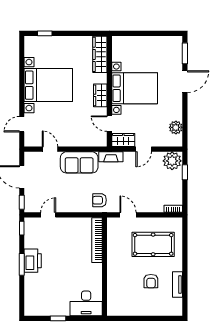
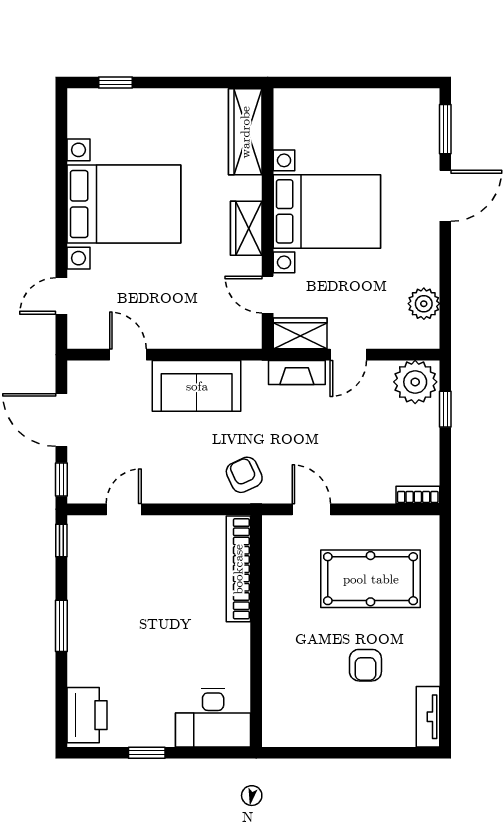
fireplace: (111, 157) -> (297, 372), moved
armchair: (99, 200) -> (244, 475), turned 65
printer: (33, 261) -> (87, 715), moved
tv unit: (178, 285) -> (428, 717), moved

